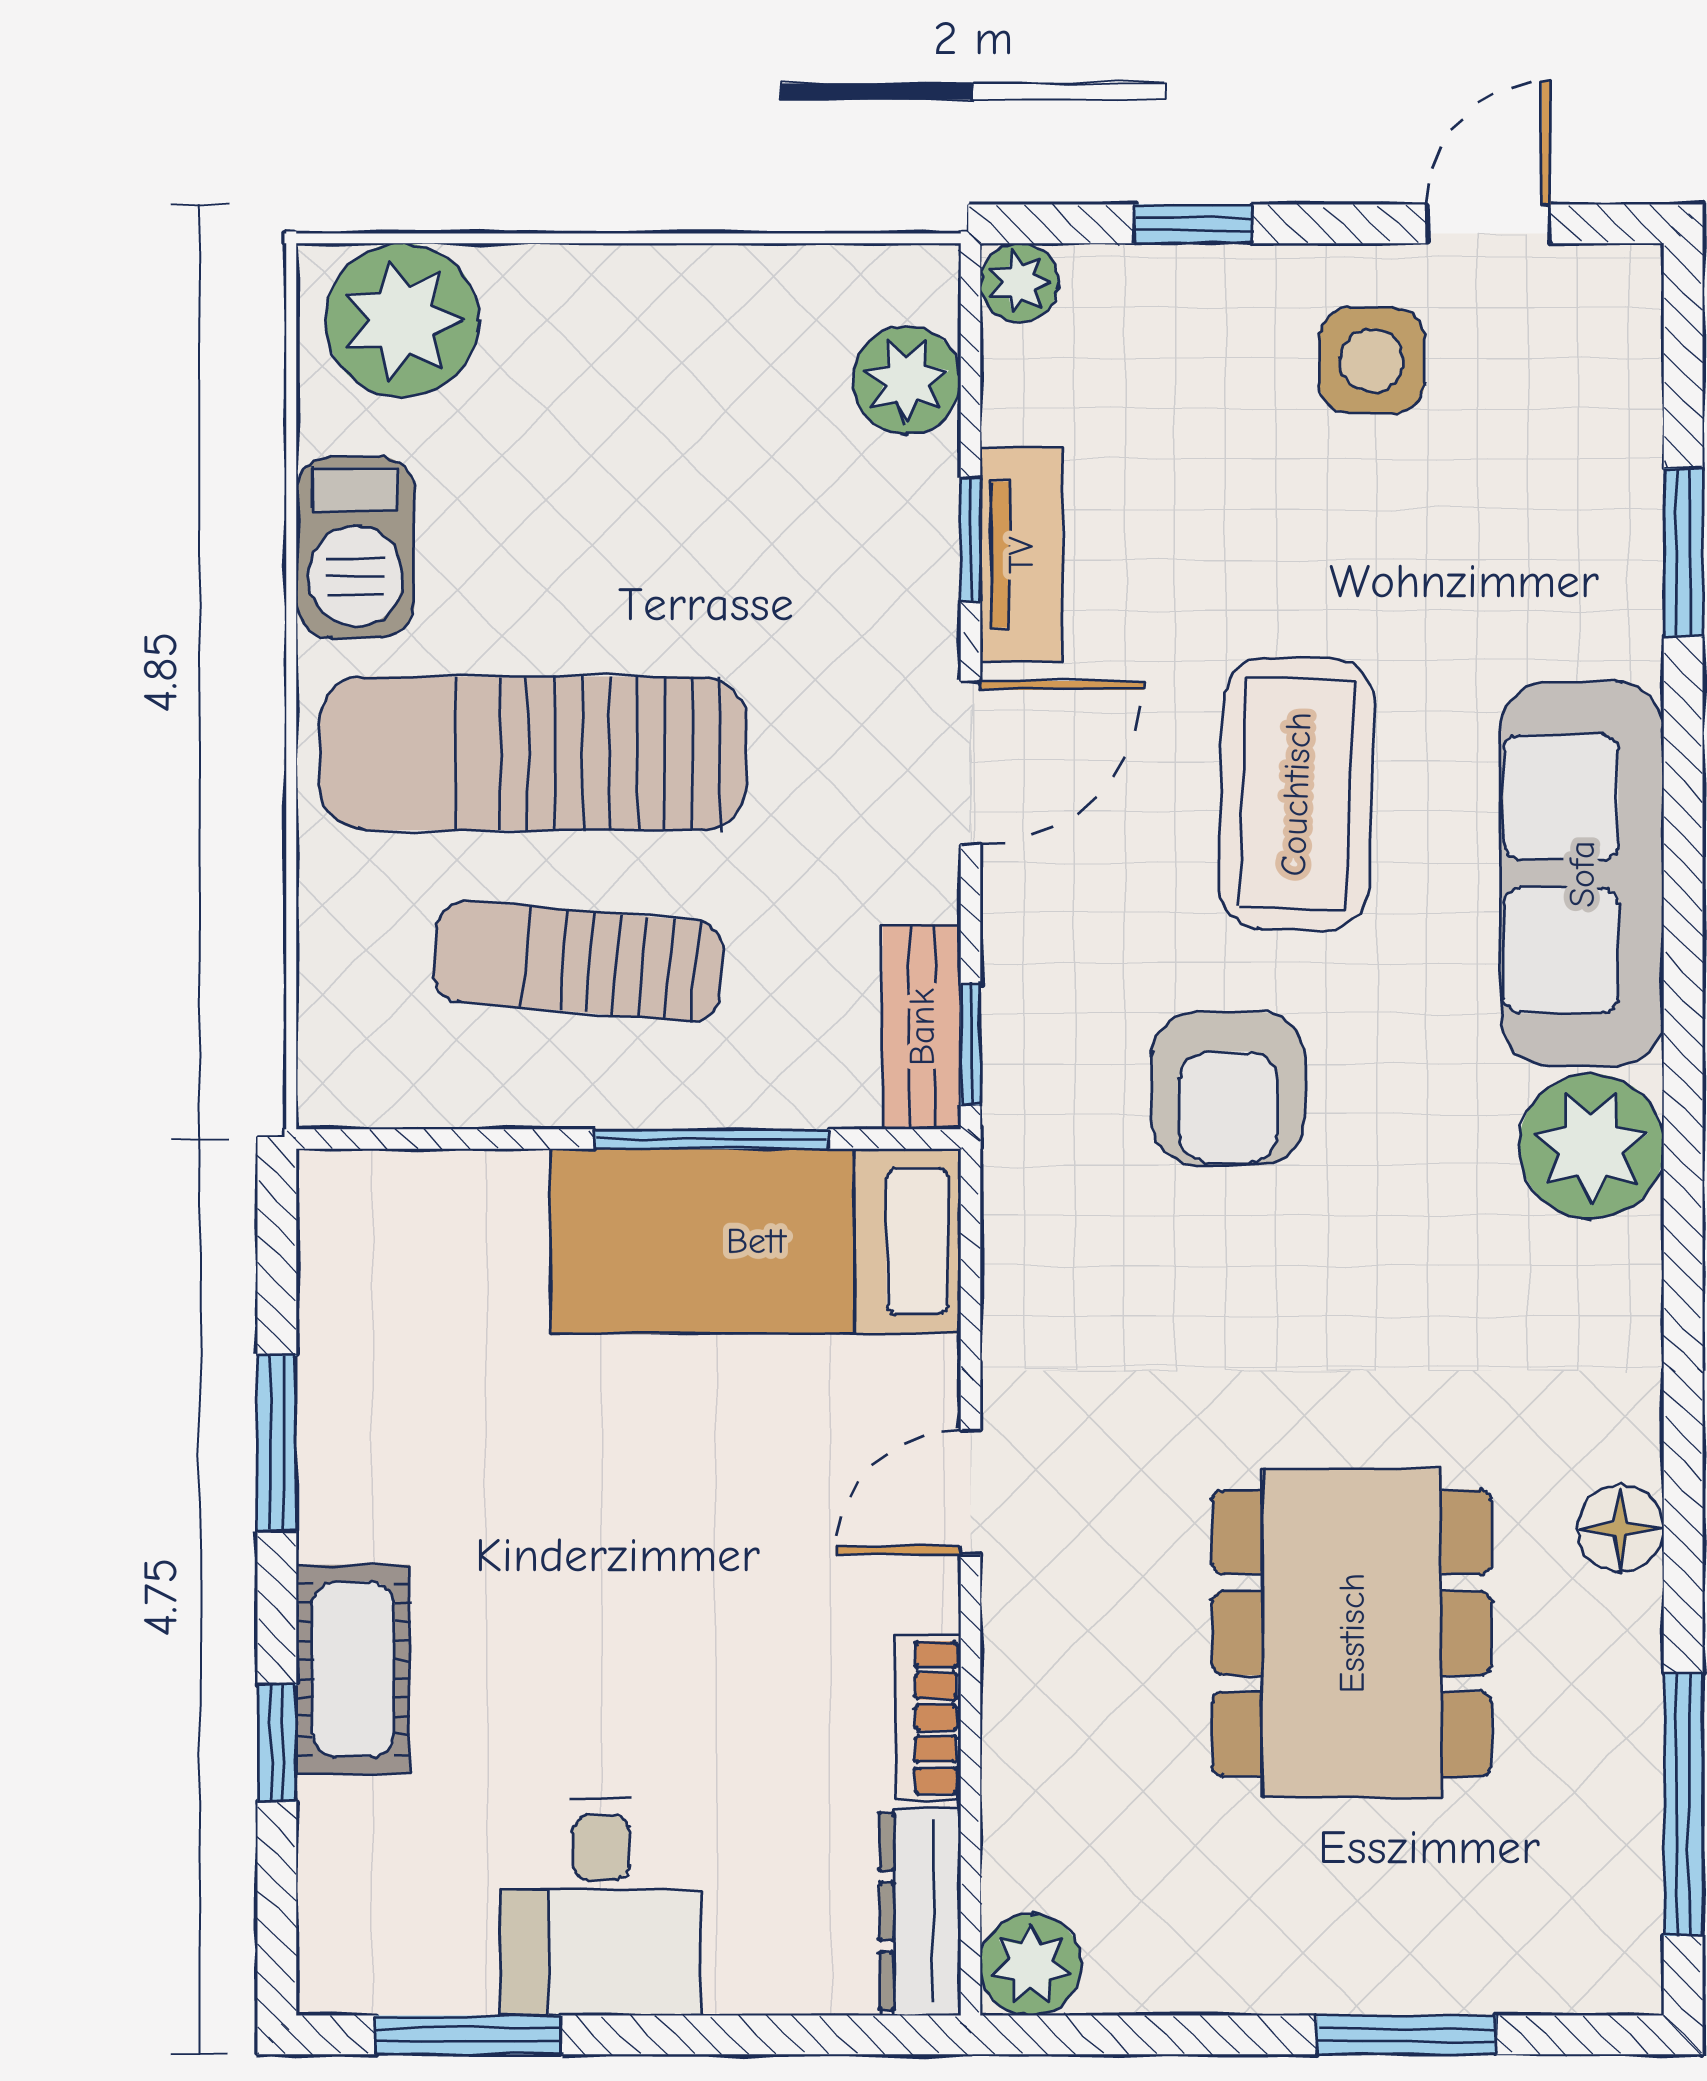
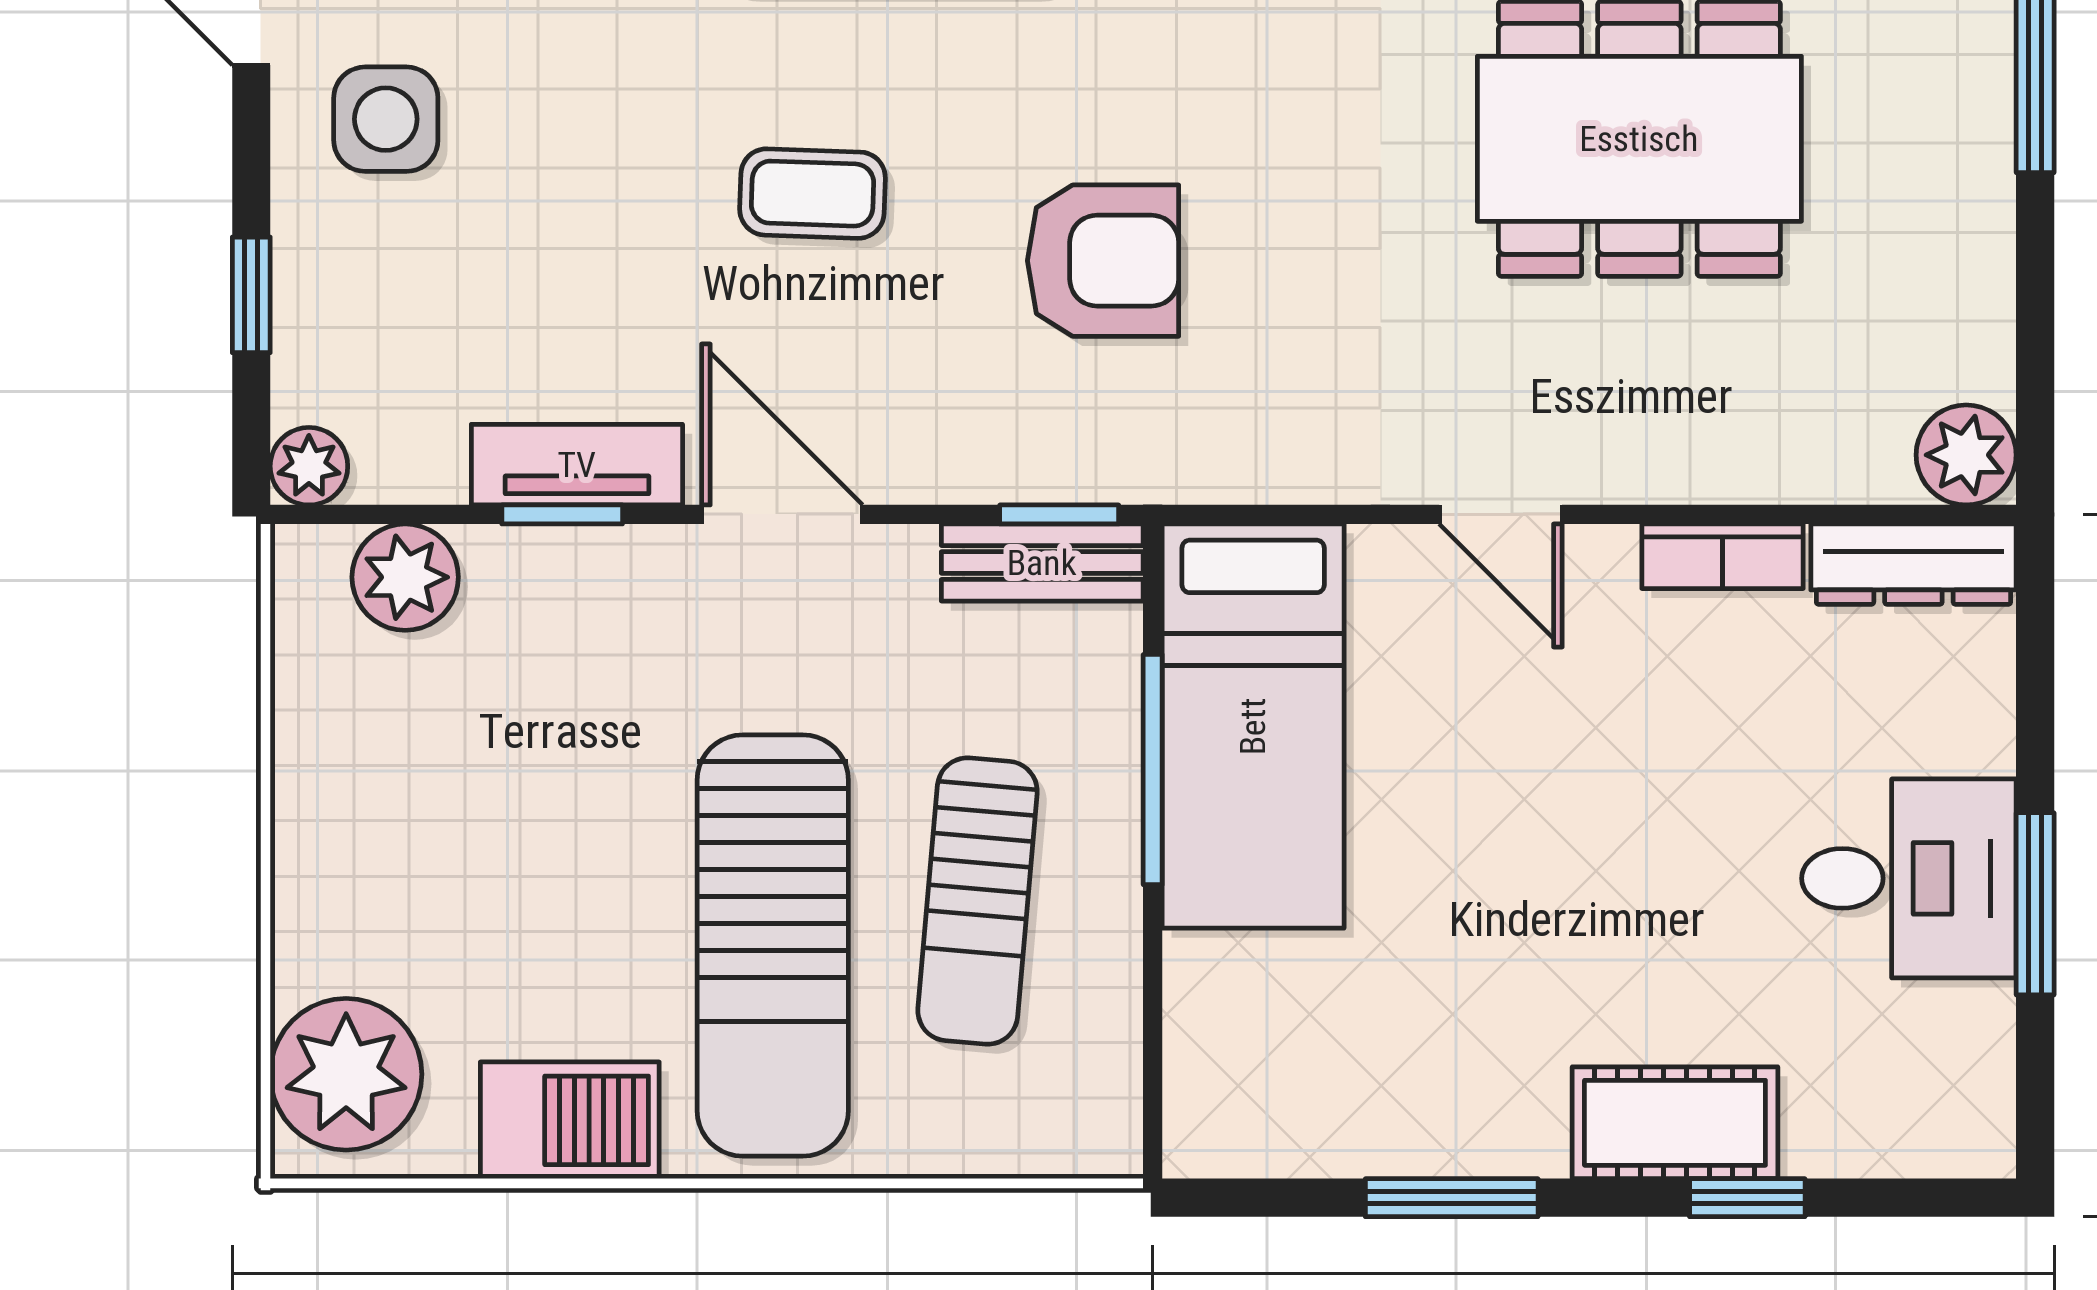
coffee table: (1296, 794) -> (812, 194), width x0.54, depth x0.58
window: (468, 2035) -> (2035, 904), moved

